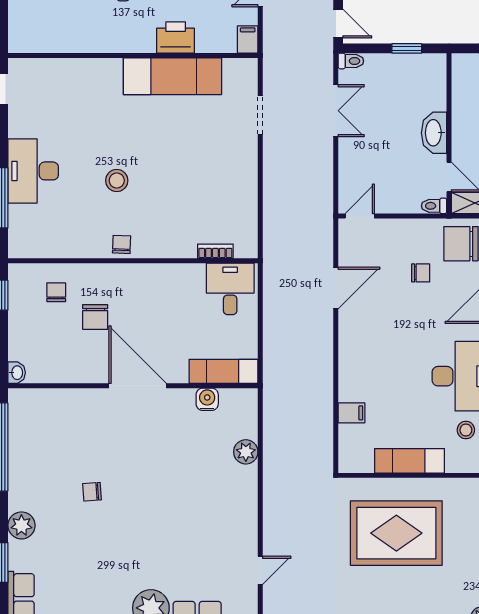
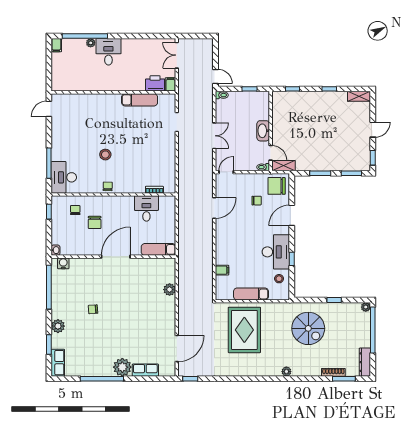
printer: (176, 38) -> (155, 83), moved
exam couch: (172, 76) -> (140, 100), width x0.73, depth x0.69
double door: (336, 111) -> (214, 136), moved
desk: (33, 171) -> (64, 177), moved
desk: (230, 289) -> (146, 208), moved
door: (138, 386) -> (116, 257), hinge flipped
water cooler: (207, 399) -> (63, 263), moved
rug: (396, 533) -> (244, 330), turned 90
door: (260, 570) -> (177, 348), width x1.88

